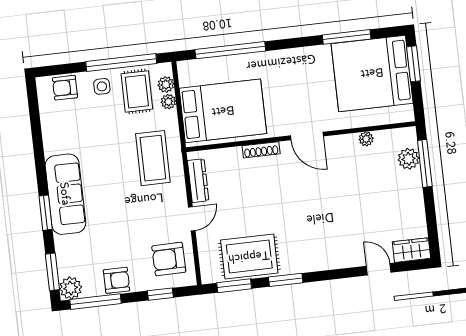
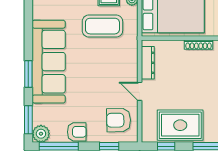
coffee table: (153, 158) -> (102, 26), moved, turned 90
sofa: (65, 194) -> (49, 62), width x1.36, depth x1.27
door: (192, 219) -> (140, 91), swing flipped
window: (234, 286) -> (166, 146), width x0.67

